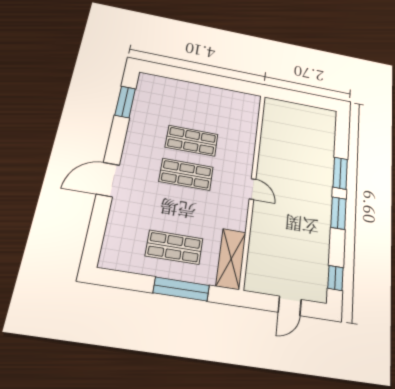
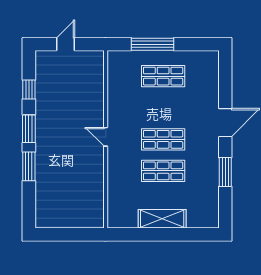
window: (125, 102) -> (225, 172), moved
shelving: (231, 259) -> (162, 219), moved, turned 90
window: (335, 278) -> (29, 89), moved

